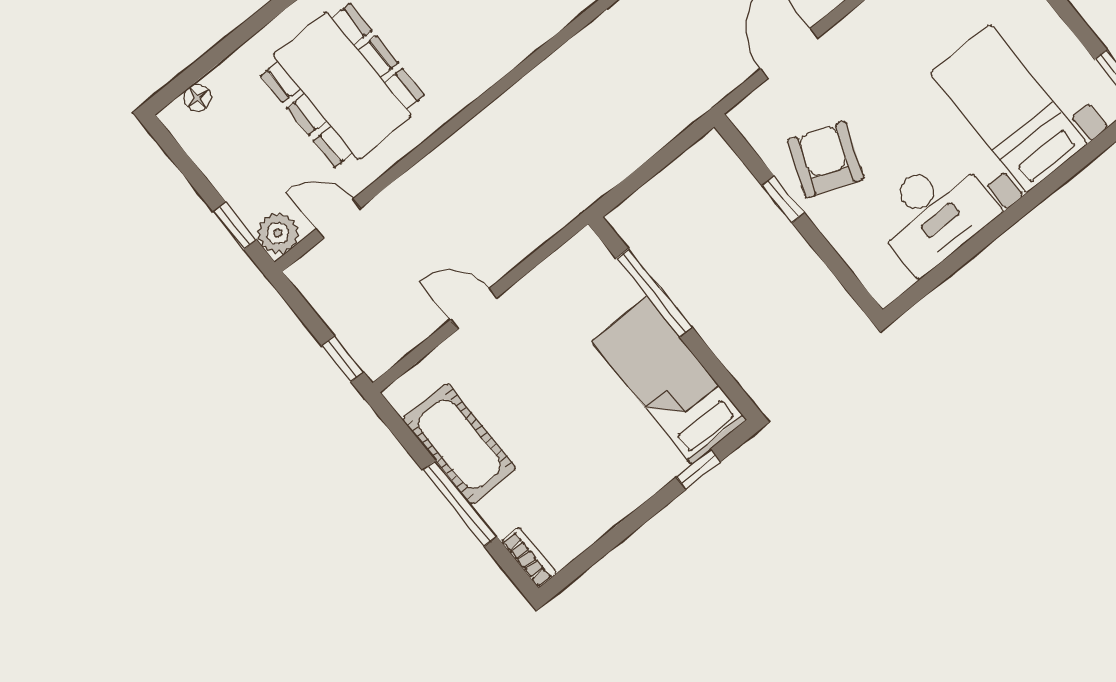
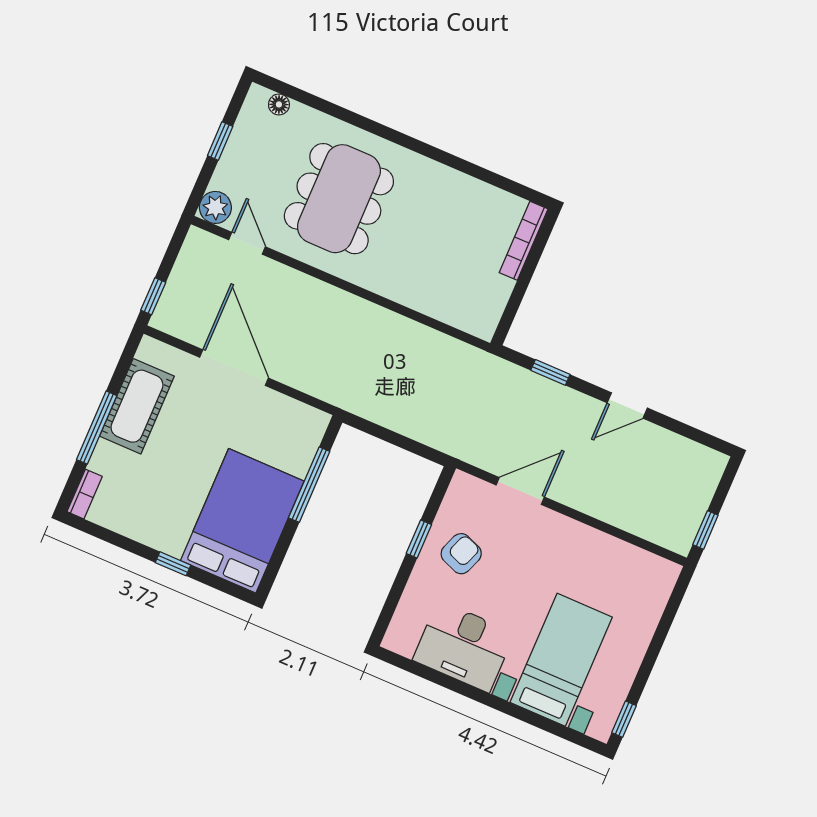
armchair: (826, 159) -> (461, 554), width x0.72, depth x0.72
window: (235, 226) -> (220, 141), moved
door: (474, 309) -> (234, 368), width x1.87
bed: (669, 381) -> (242, 521), width x1.50
window: (698, 469) -> (173, 564), moved

